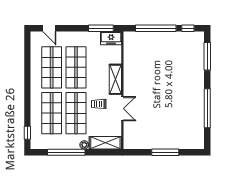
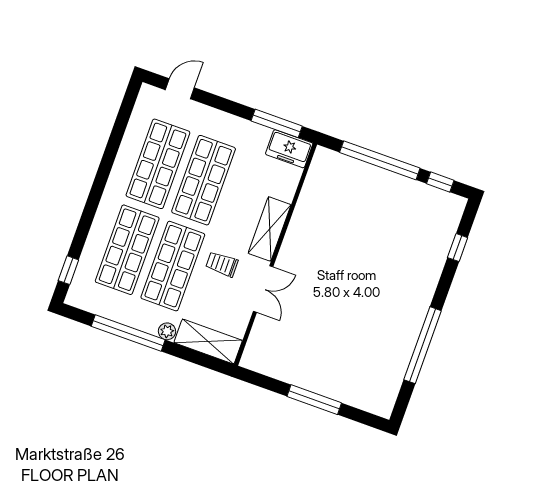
door: (49, 28) -> (180, 89), swing flipped
window: (207, 56) -> (458, 248), width x0.46

